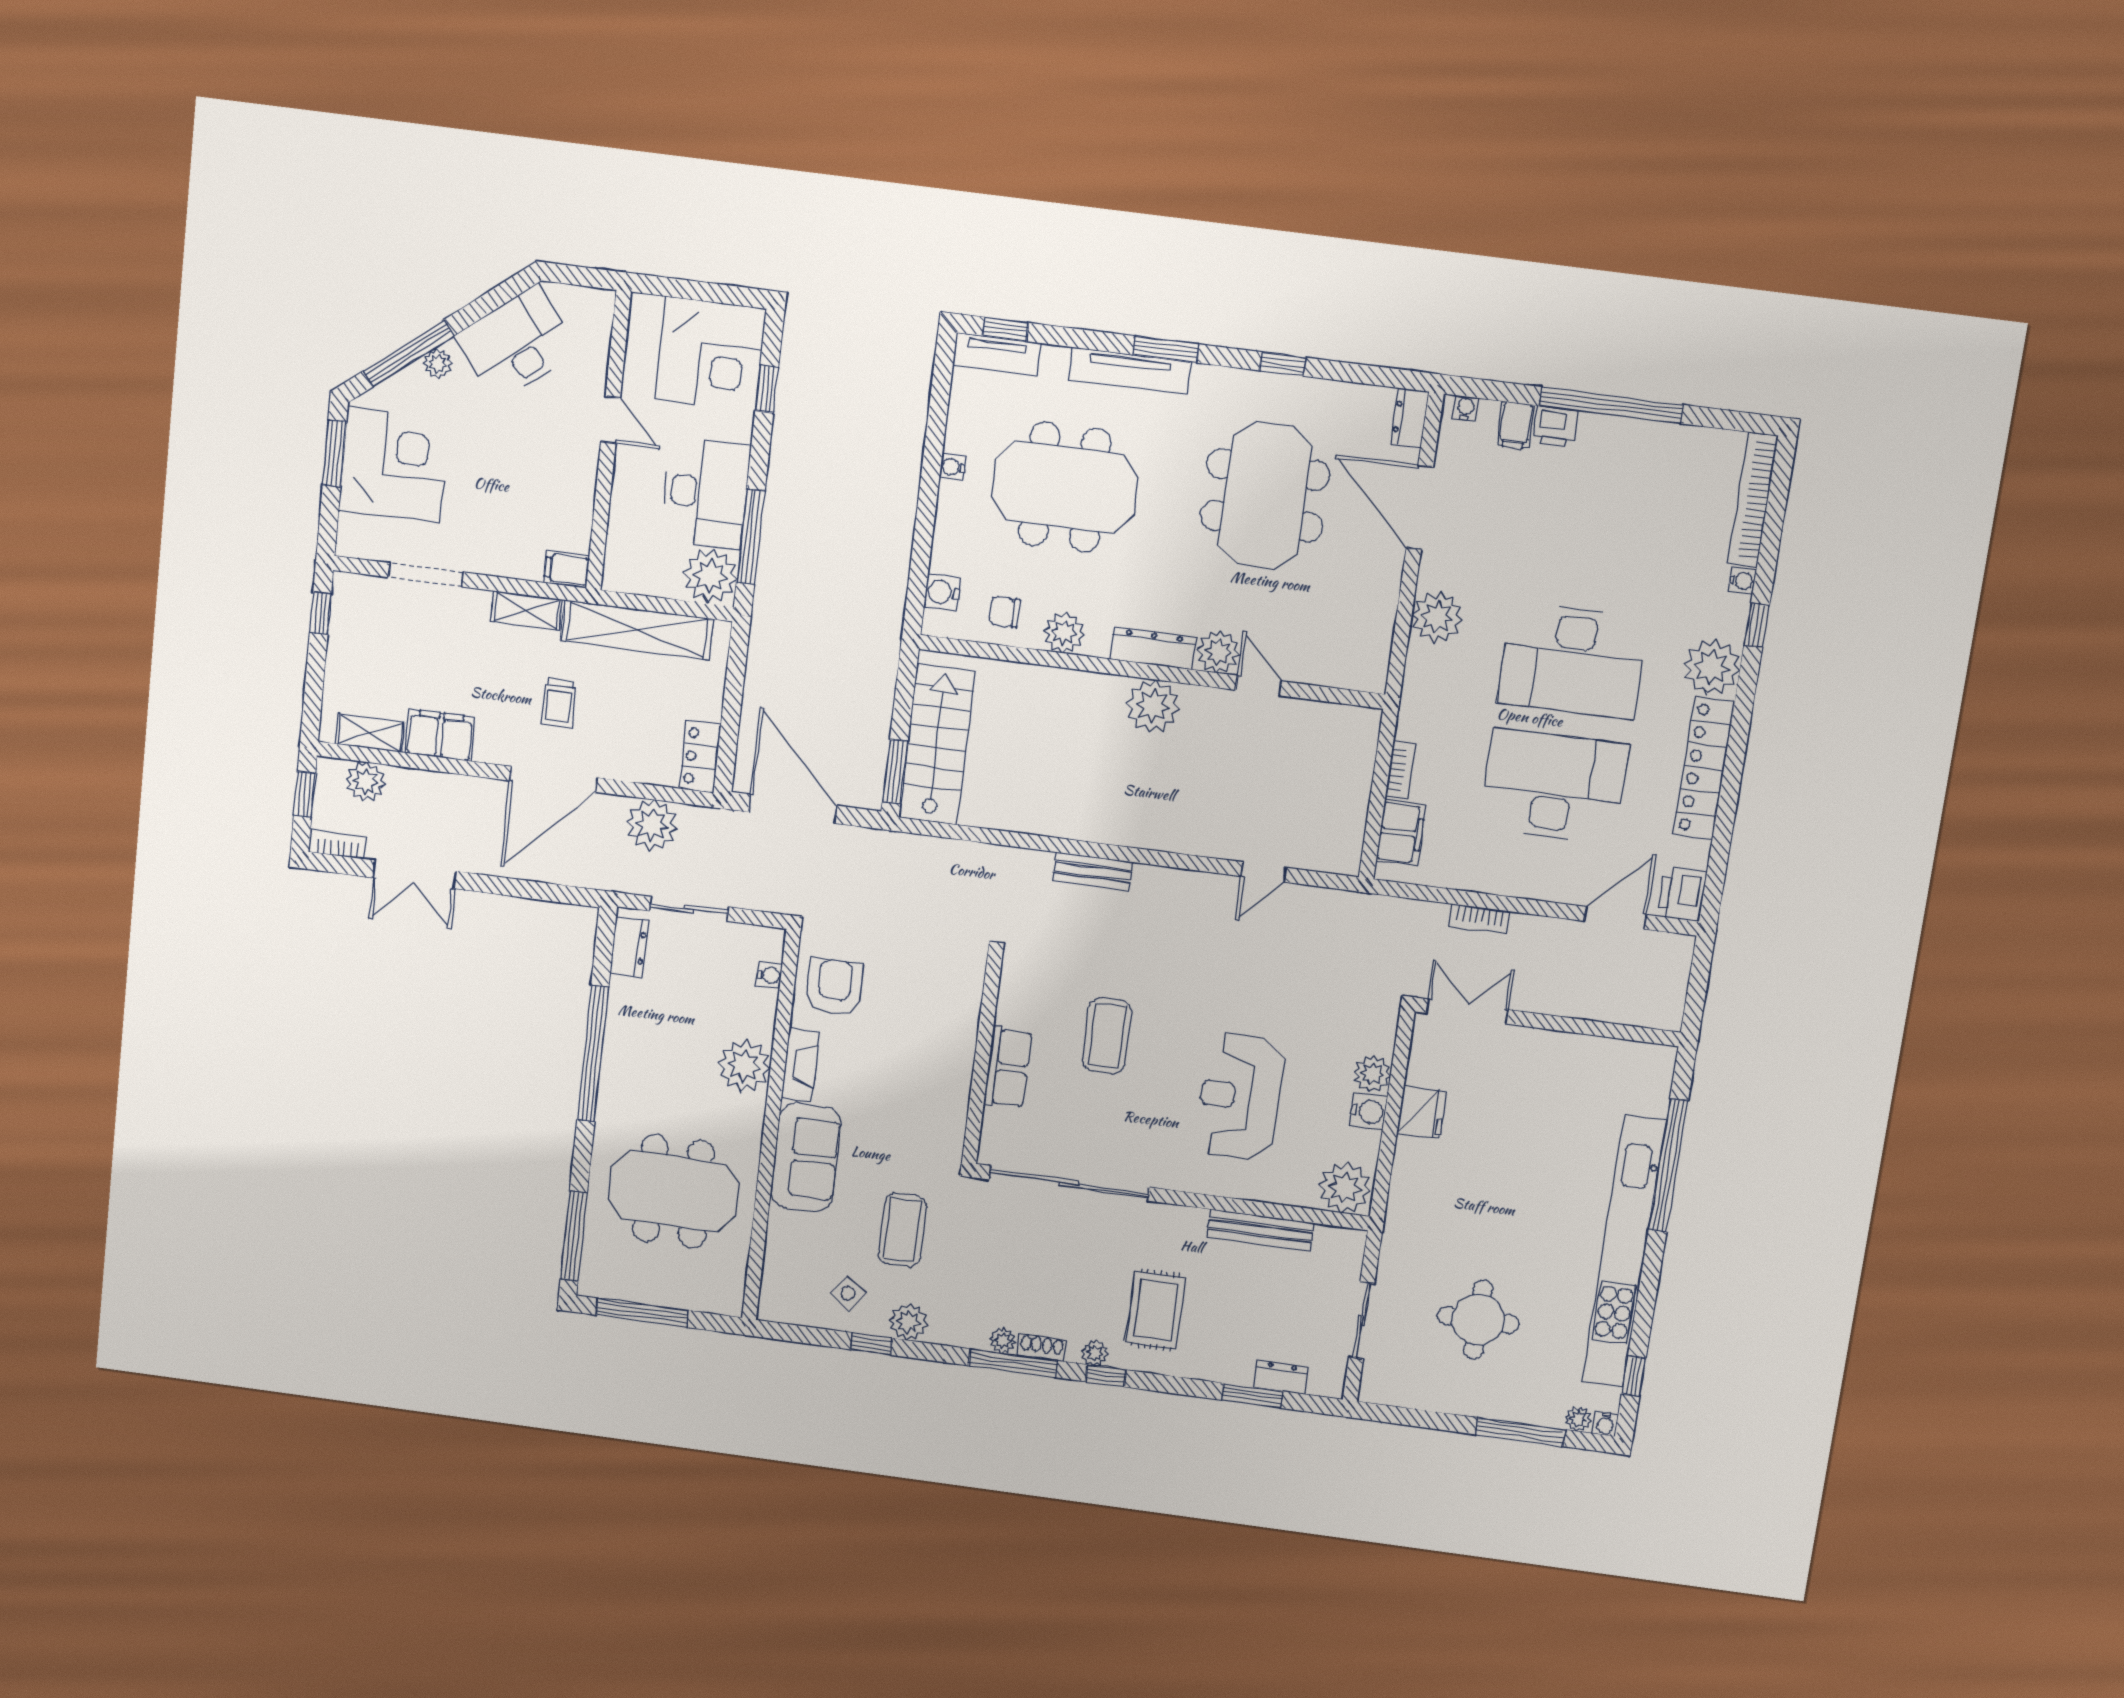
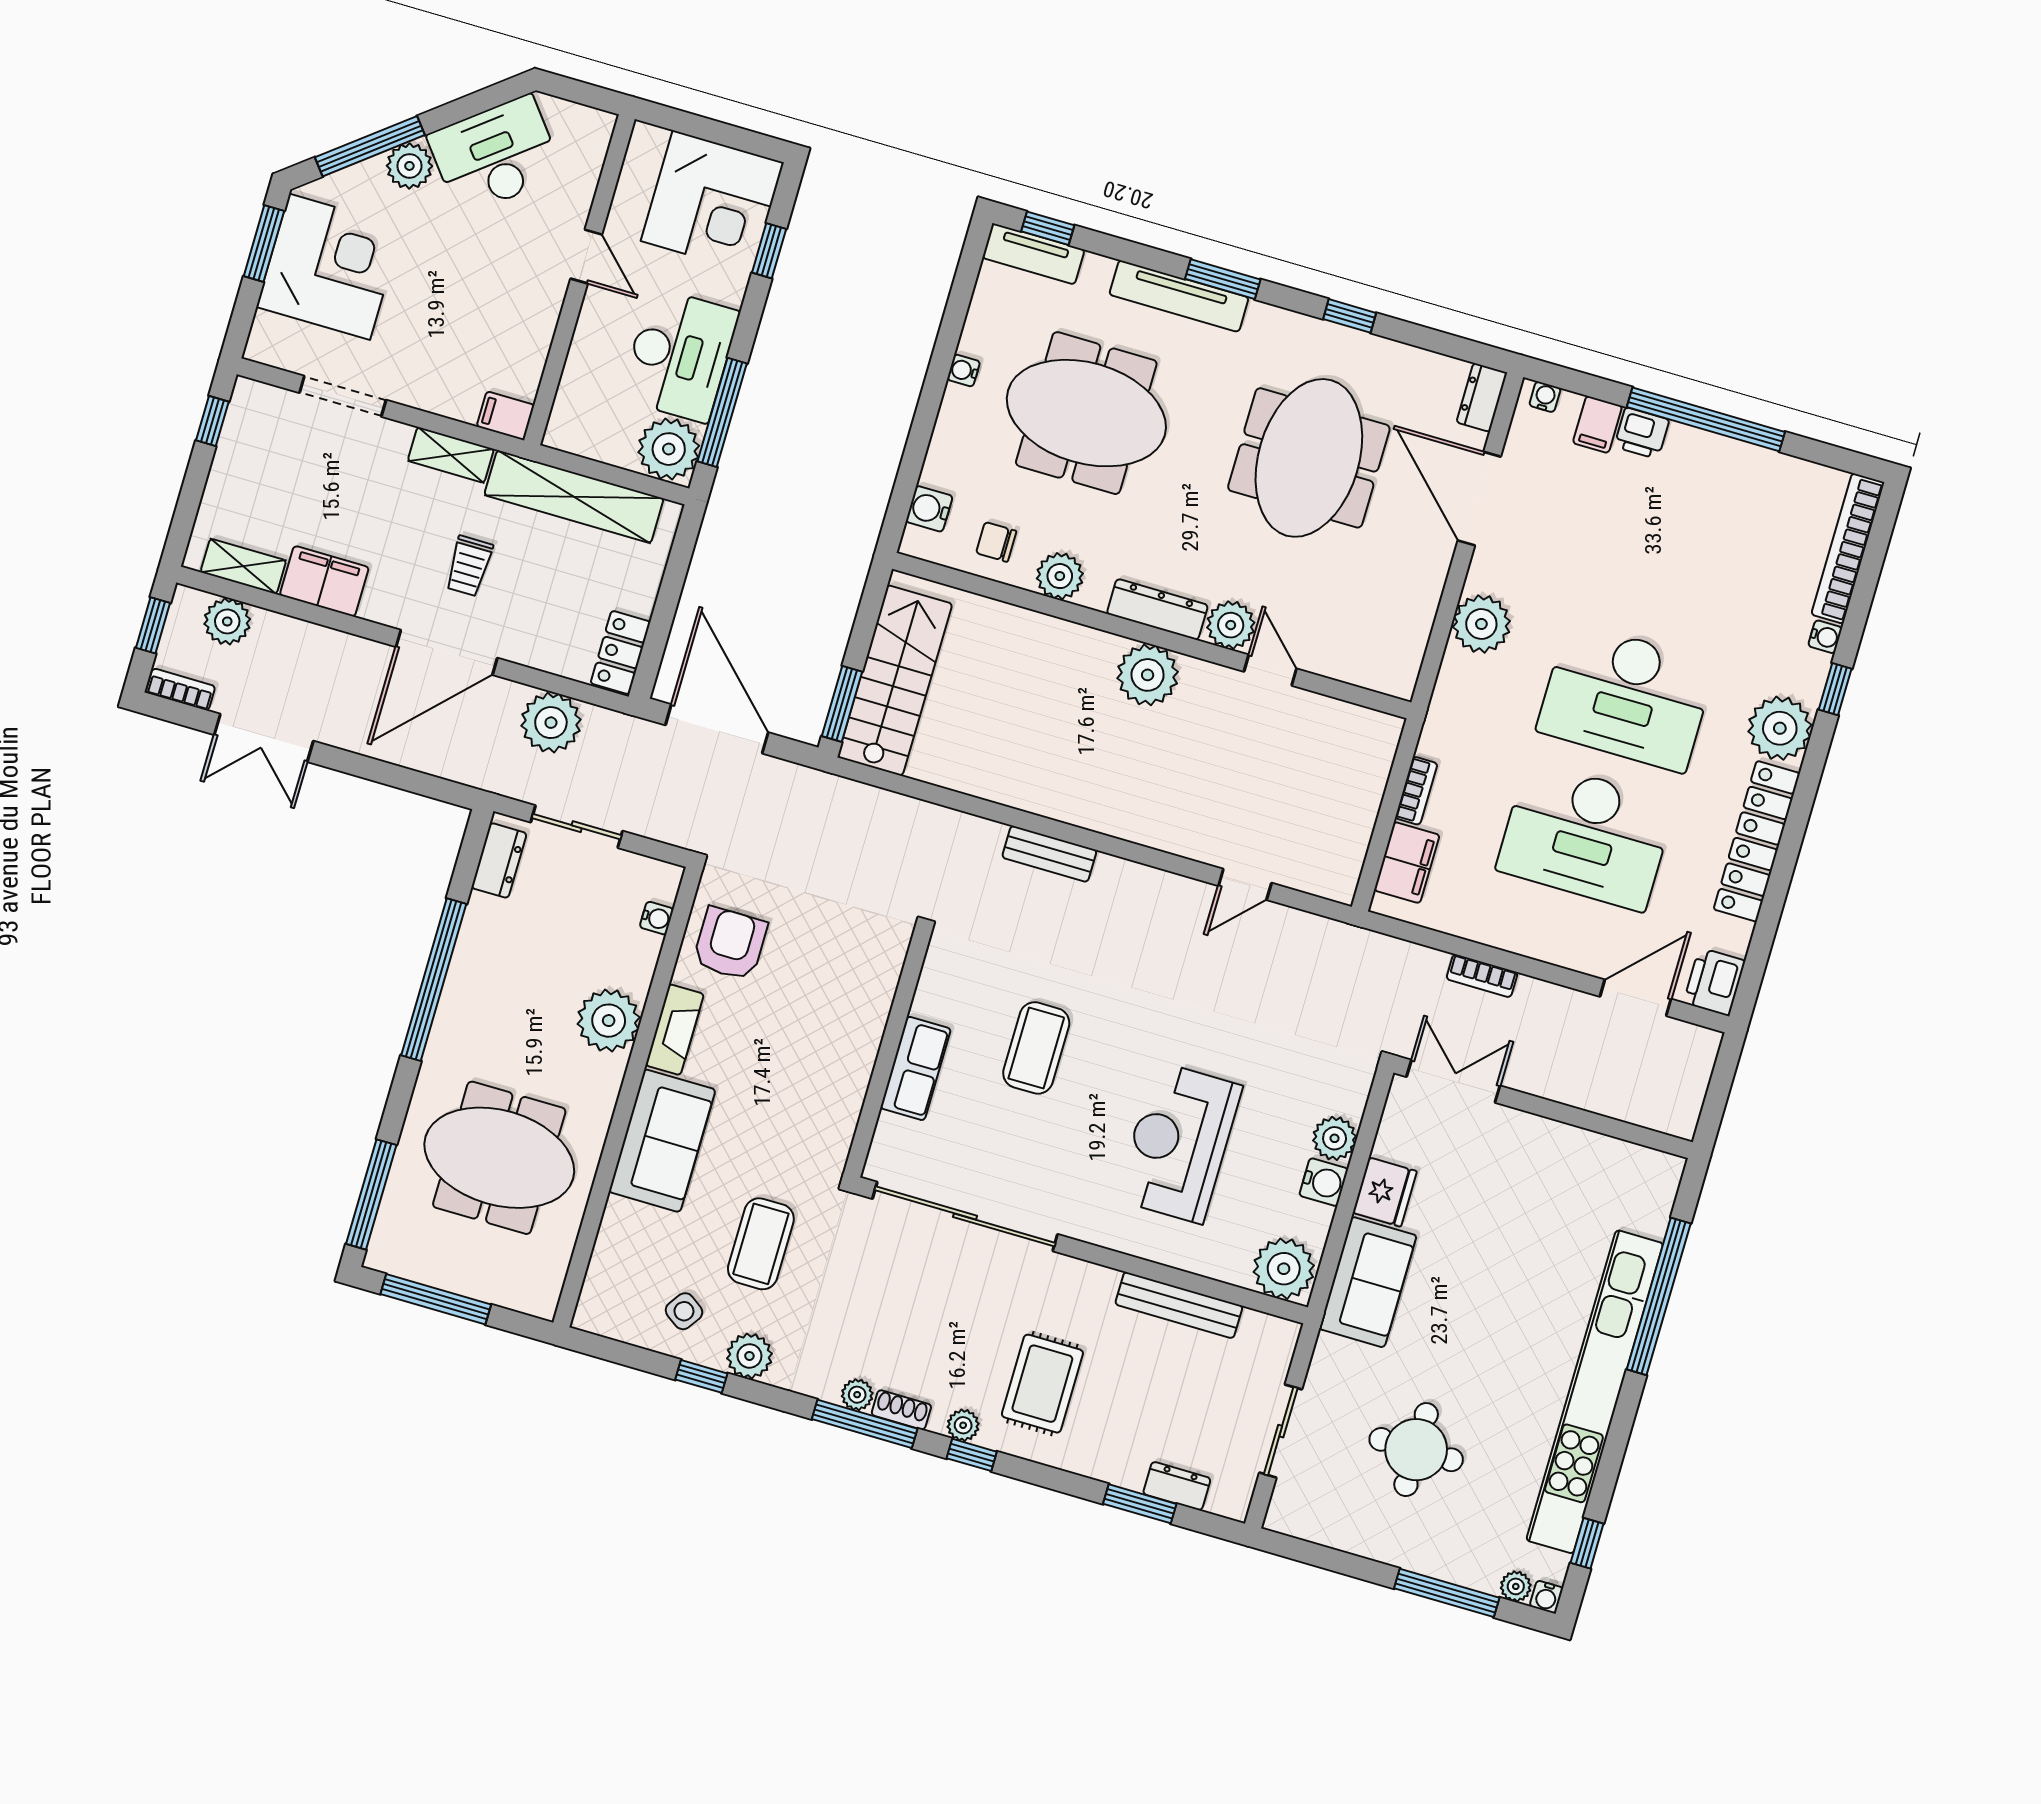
plant: (438, 363) -> (409, 166), width x1.38, depth x1.38
desk: (1553, 786) -> (1586, 836), turned 180
sofa: (1418, 1189) -> (1368, 1282), added

